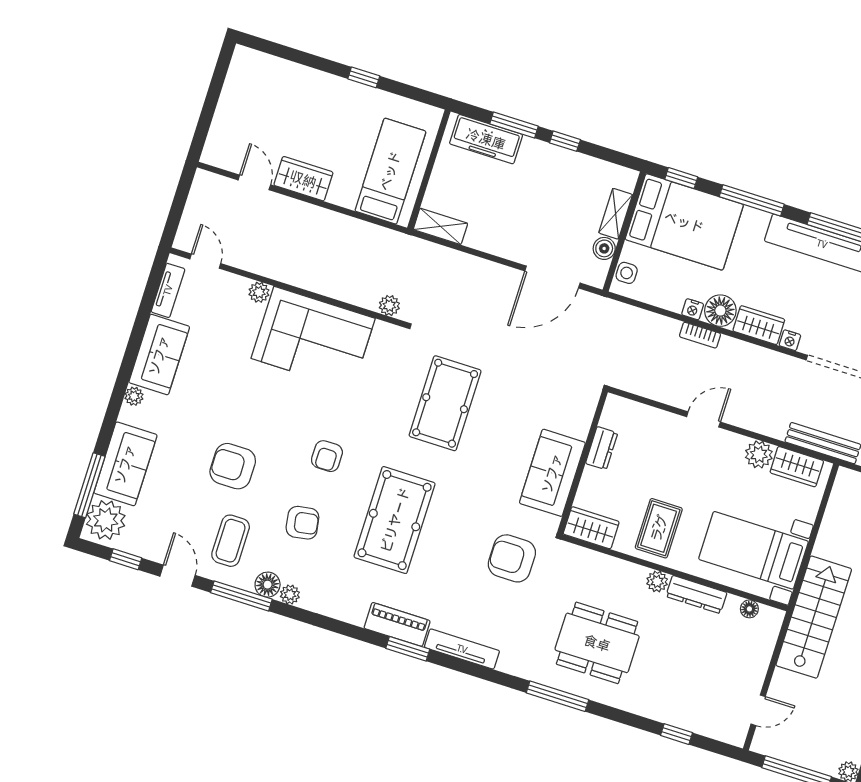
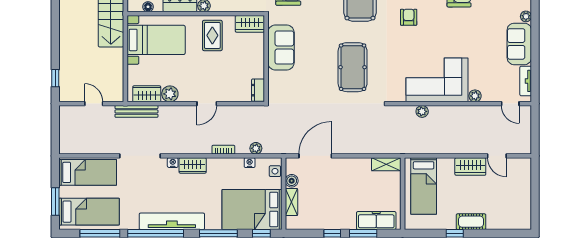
cot: (331, 88) -> (471, 222), added
plant: (389, 306) -> (422, 111), moved
nightstand: (693, 309) -> (250, 163), moved
floor lamp: (720, 311) -> (216, 167), removed
plant: (646, 320) -> (256, 148), added
dresser: (602, 448) -> (258, 90), moved

